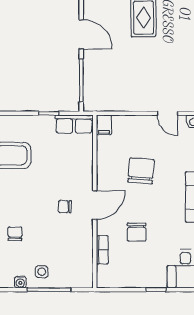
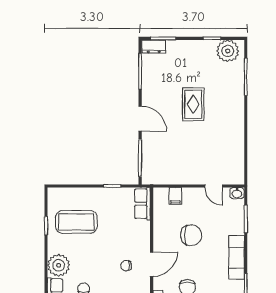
row of seats: (74, 124) -> (142, 204), moved, turned 90
filing cabinet: (104, 125) -> (175, 196), moved
chair: (141, 171) -> (191, 235), turned 85

